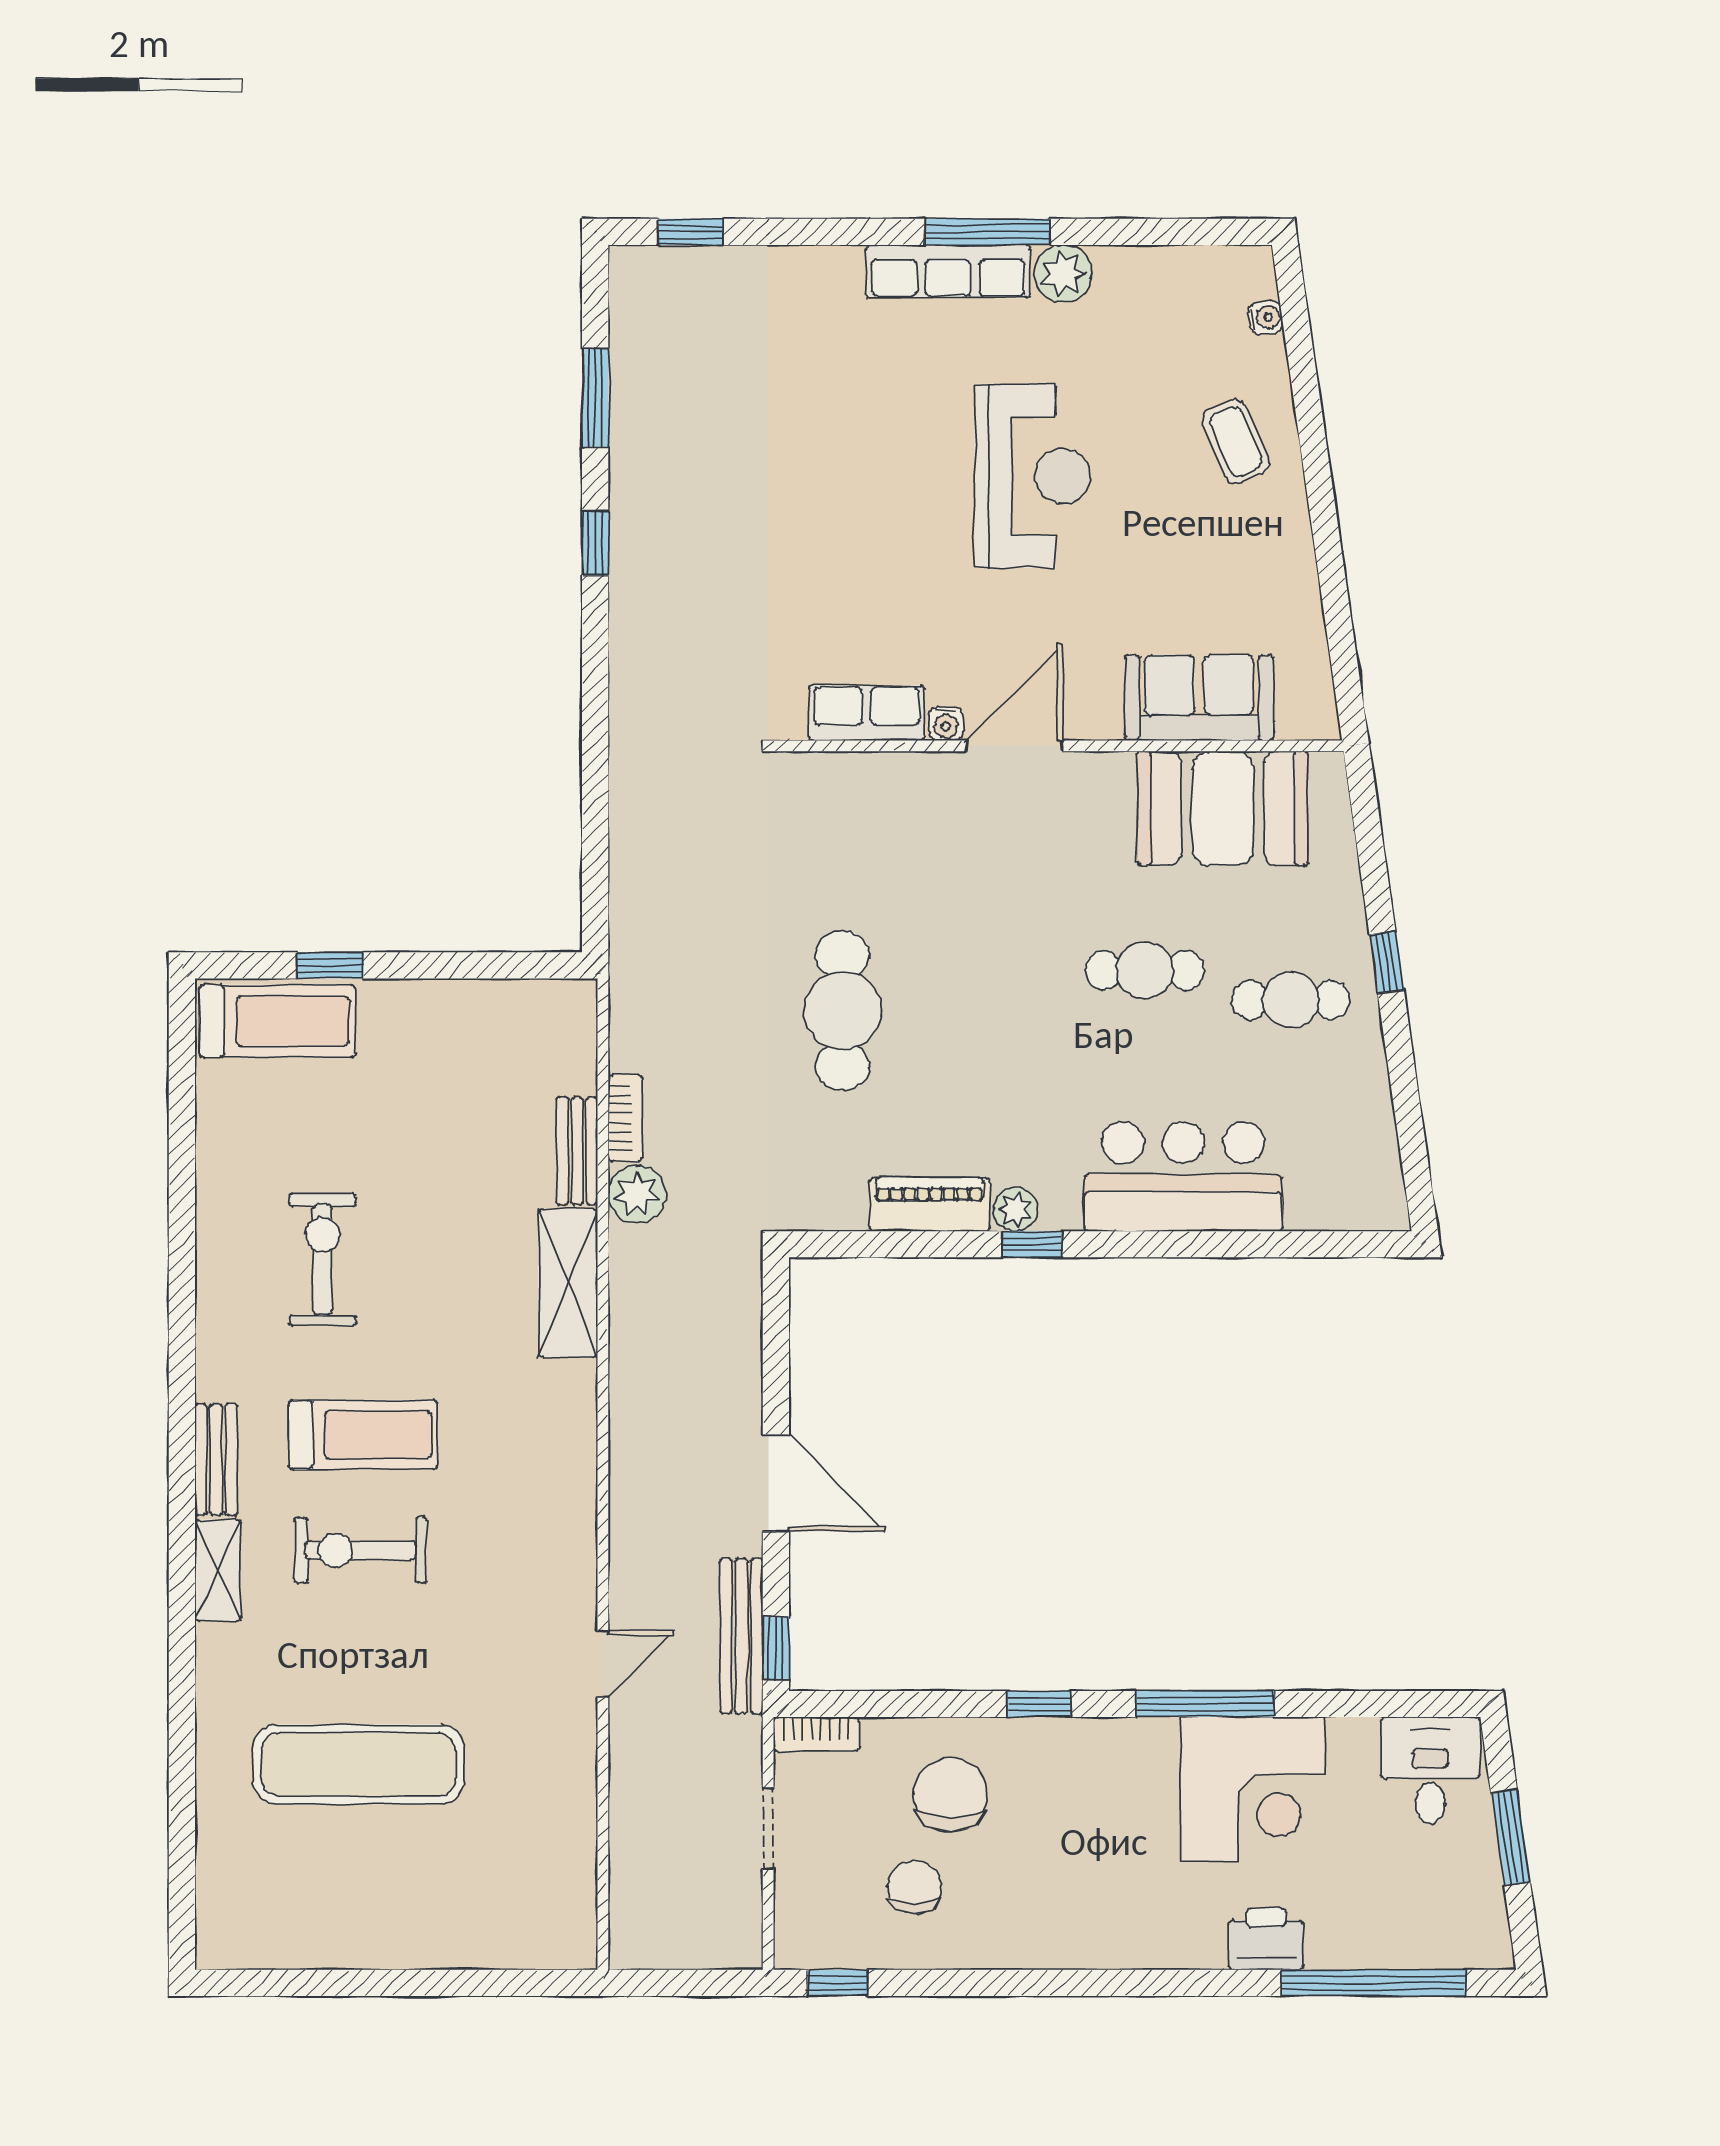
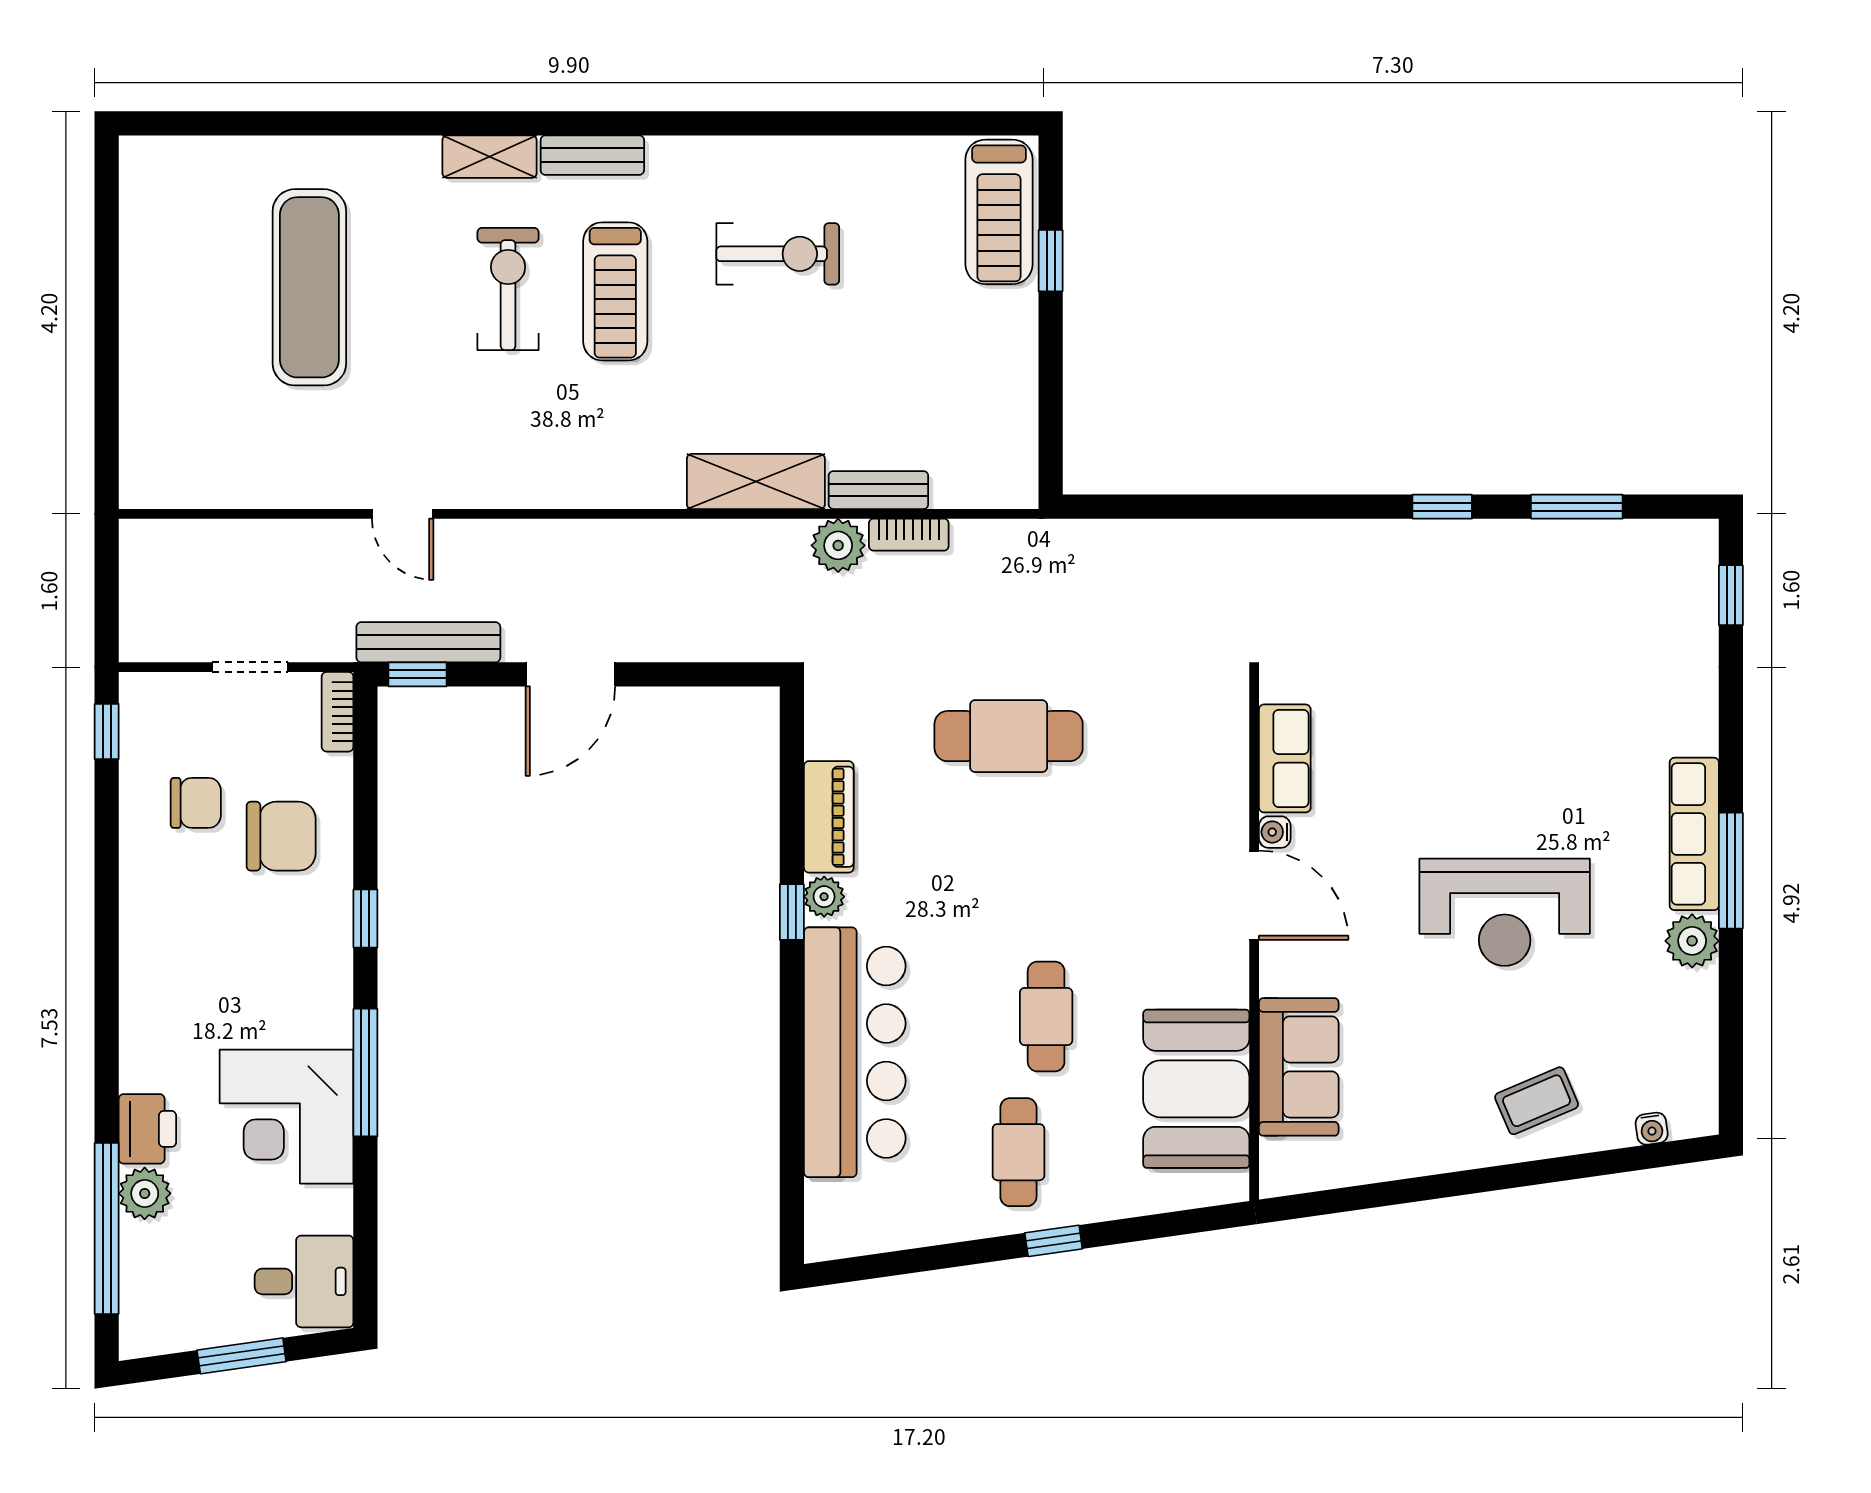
bar counter: (1183, 1176) -> (855, 1052), width x1.36
plant: (1336, 1942) -> (145, 1193), added

